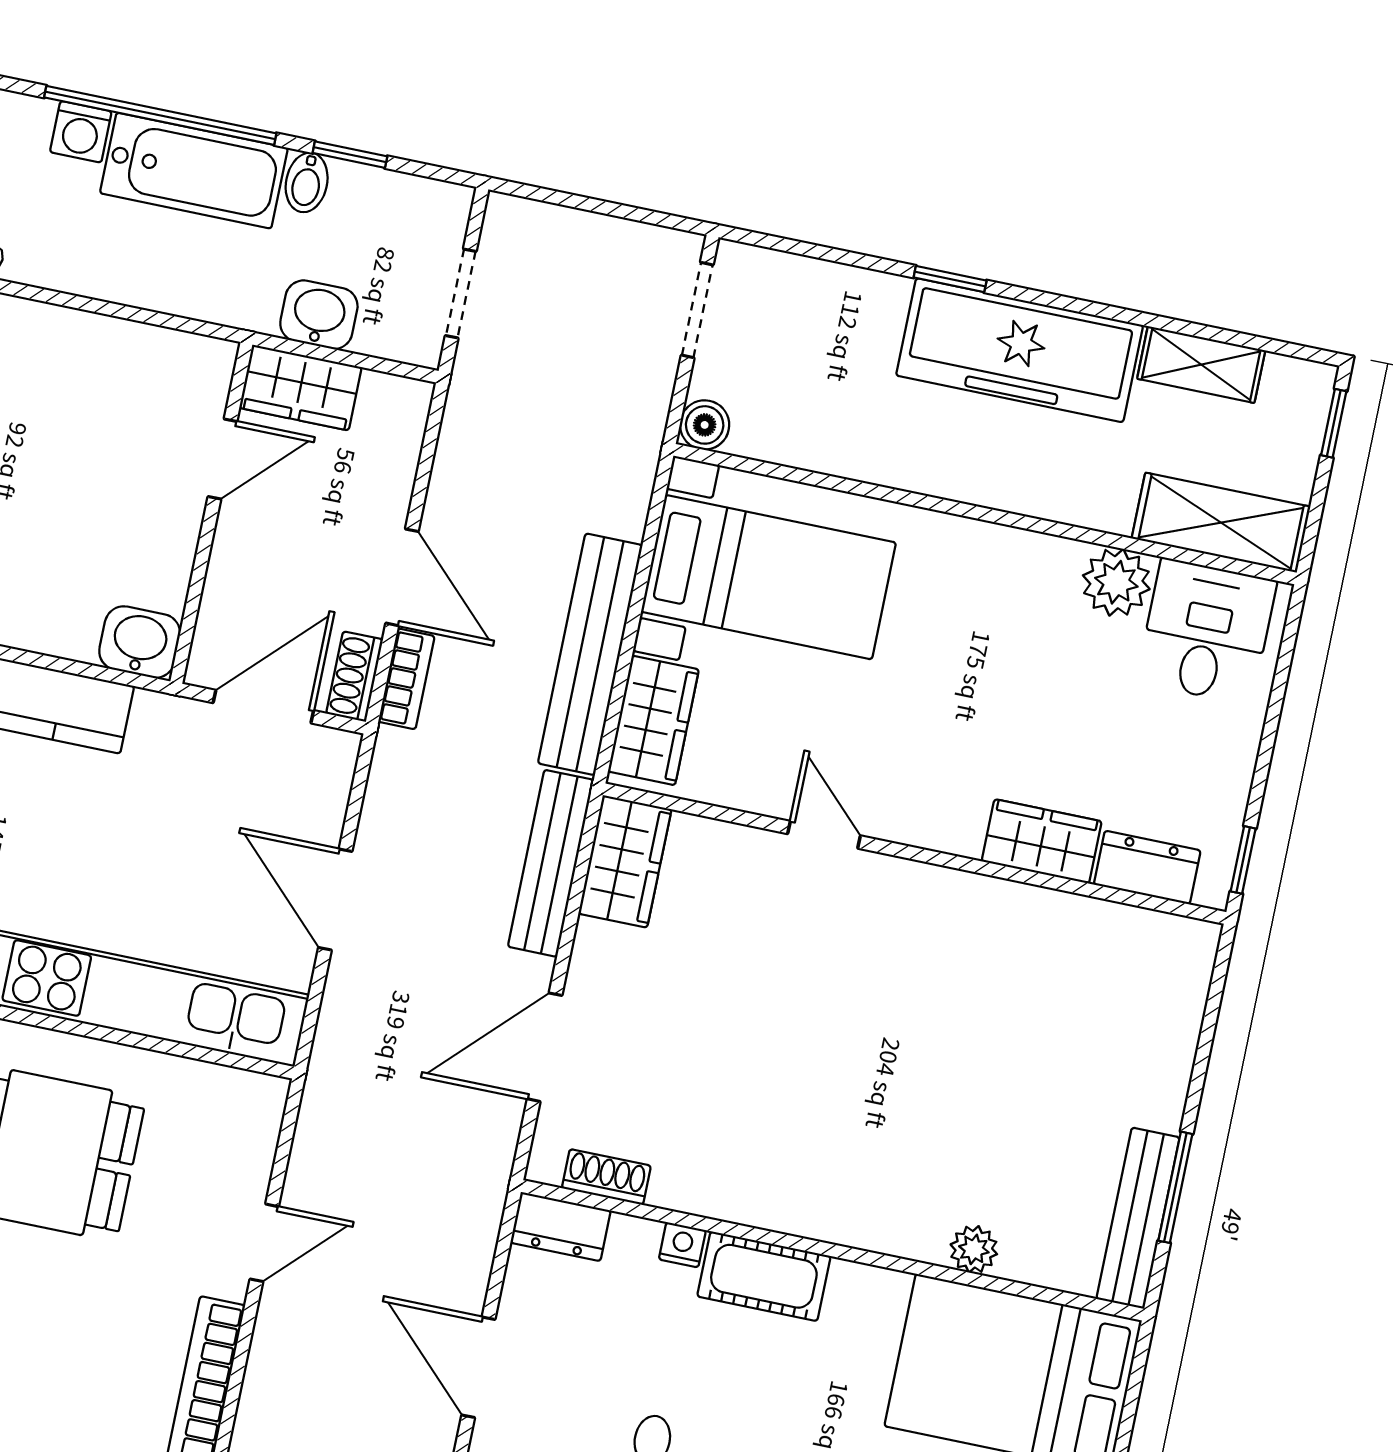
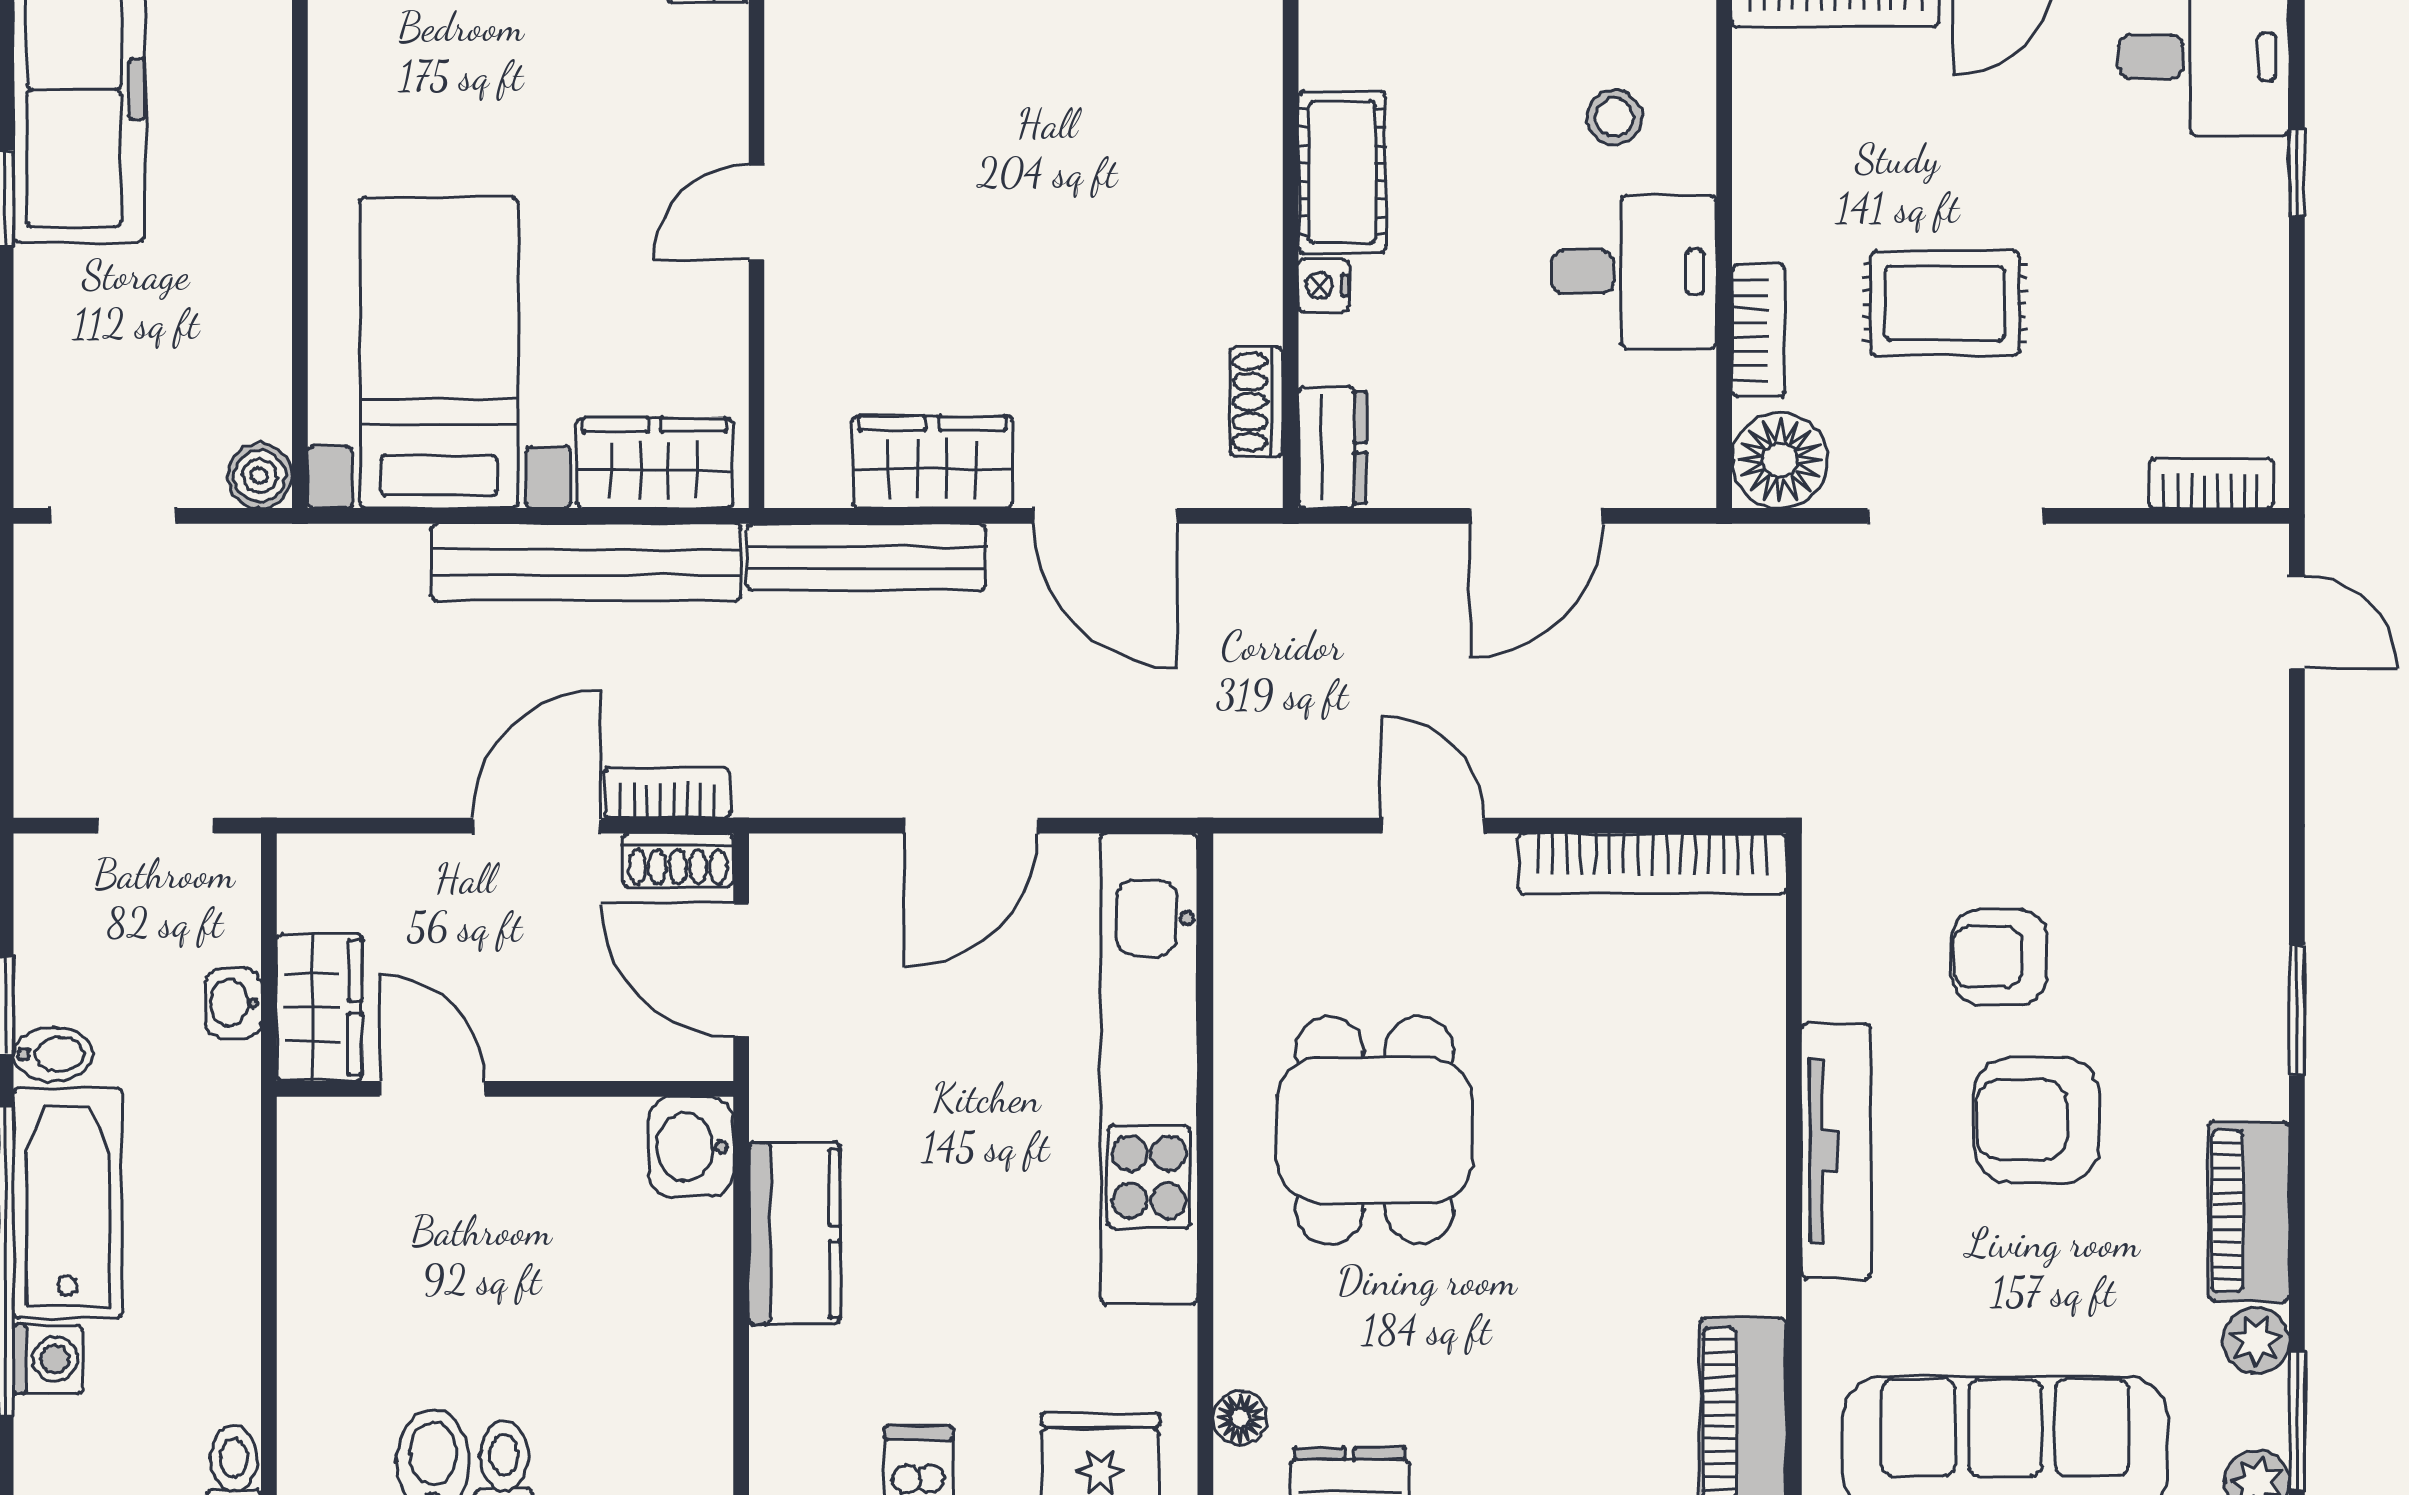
washbasin: (319, 315) -> (233, 1003), width x0.72, depth x0.69
wardrobe: (625, 861) -> (933, 462), moved

